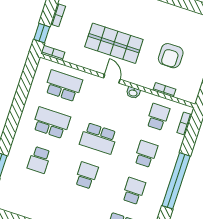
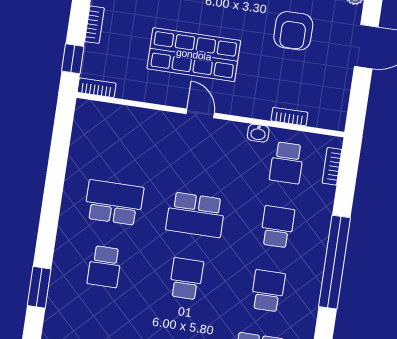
armchair: (171, 56) -> (293, 31), moved
school desk: (63, 86) -> (123, 139), removed
washbasin: (133, 93) -> (258, 133), moved
school desk: (158, 117) -> (287, 163), turned 180

